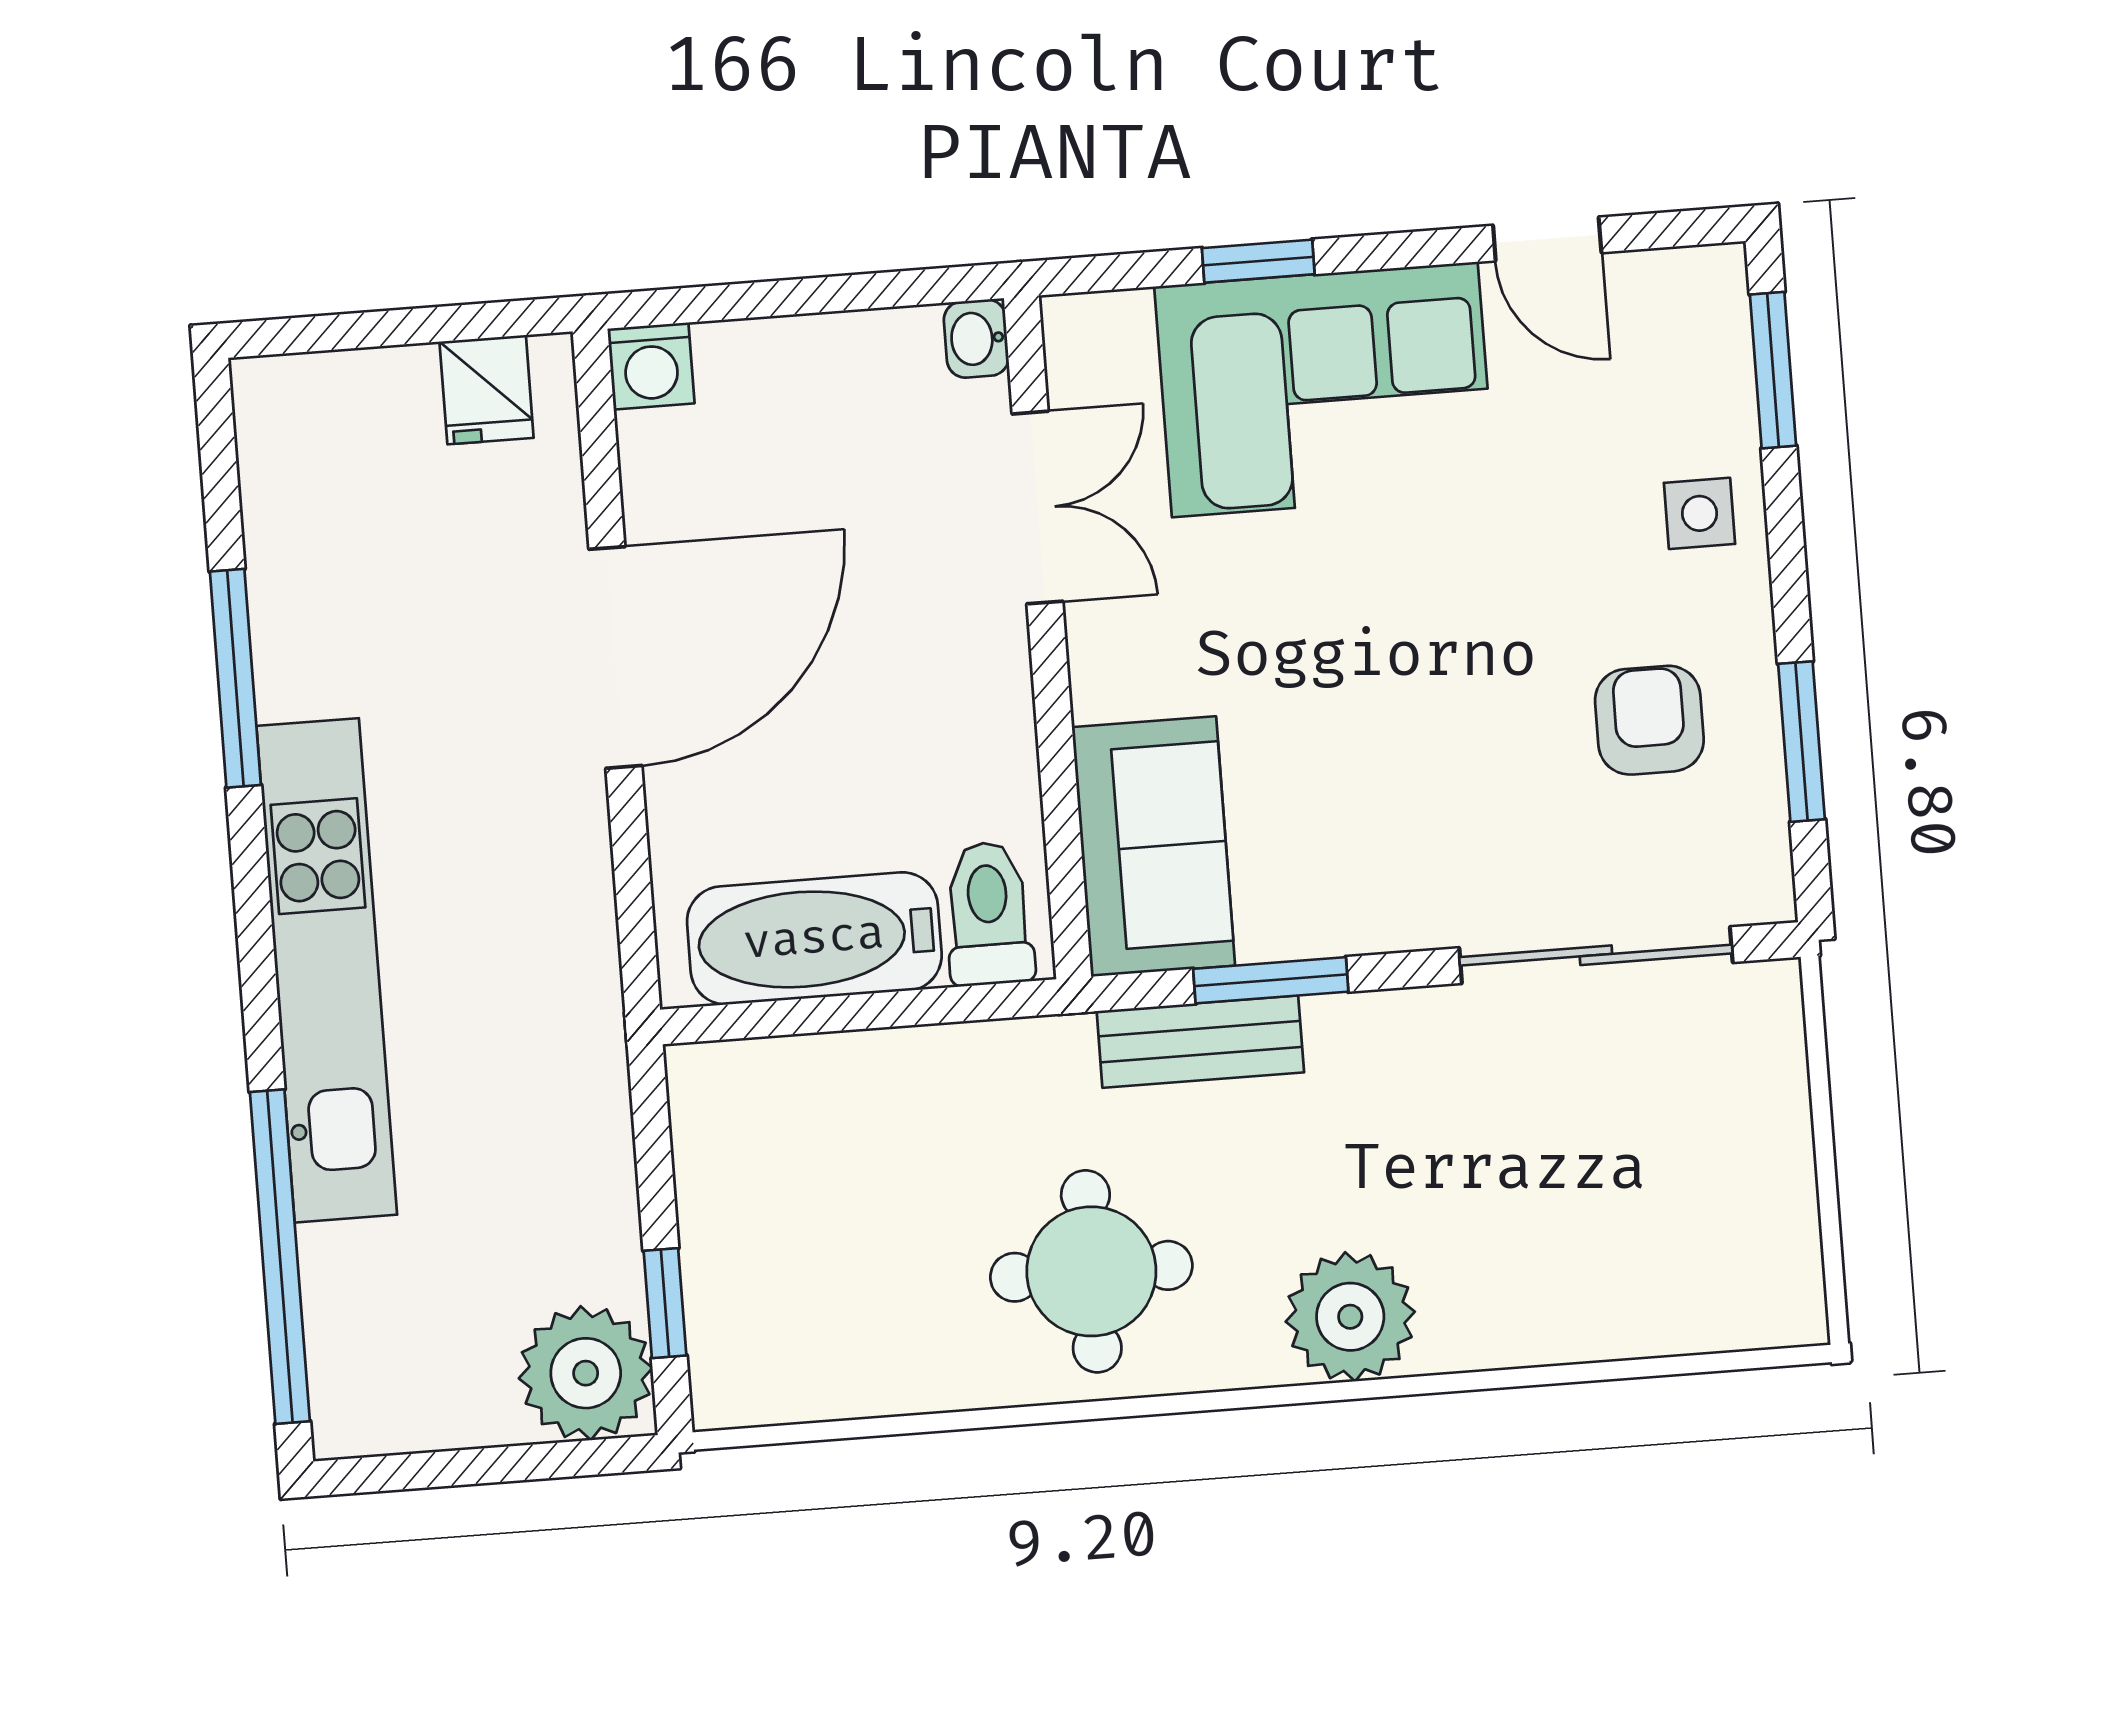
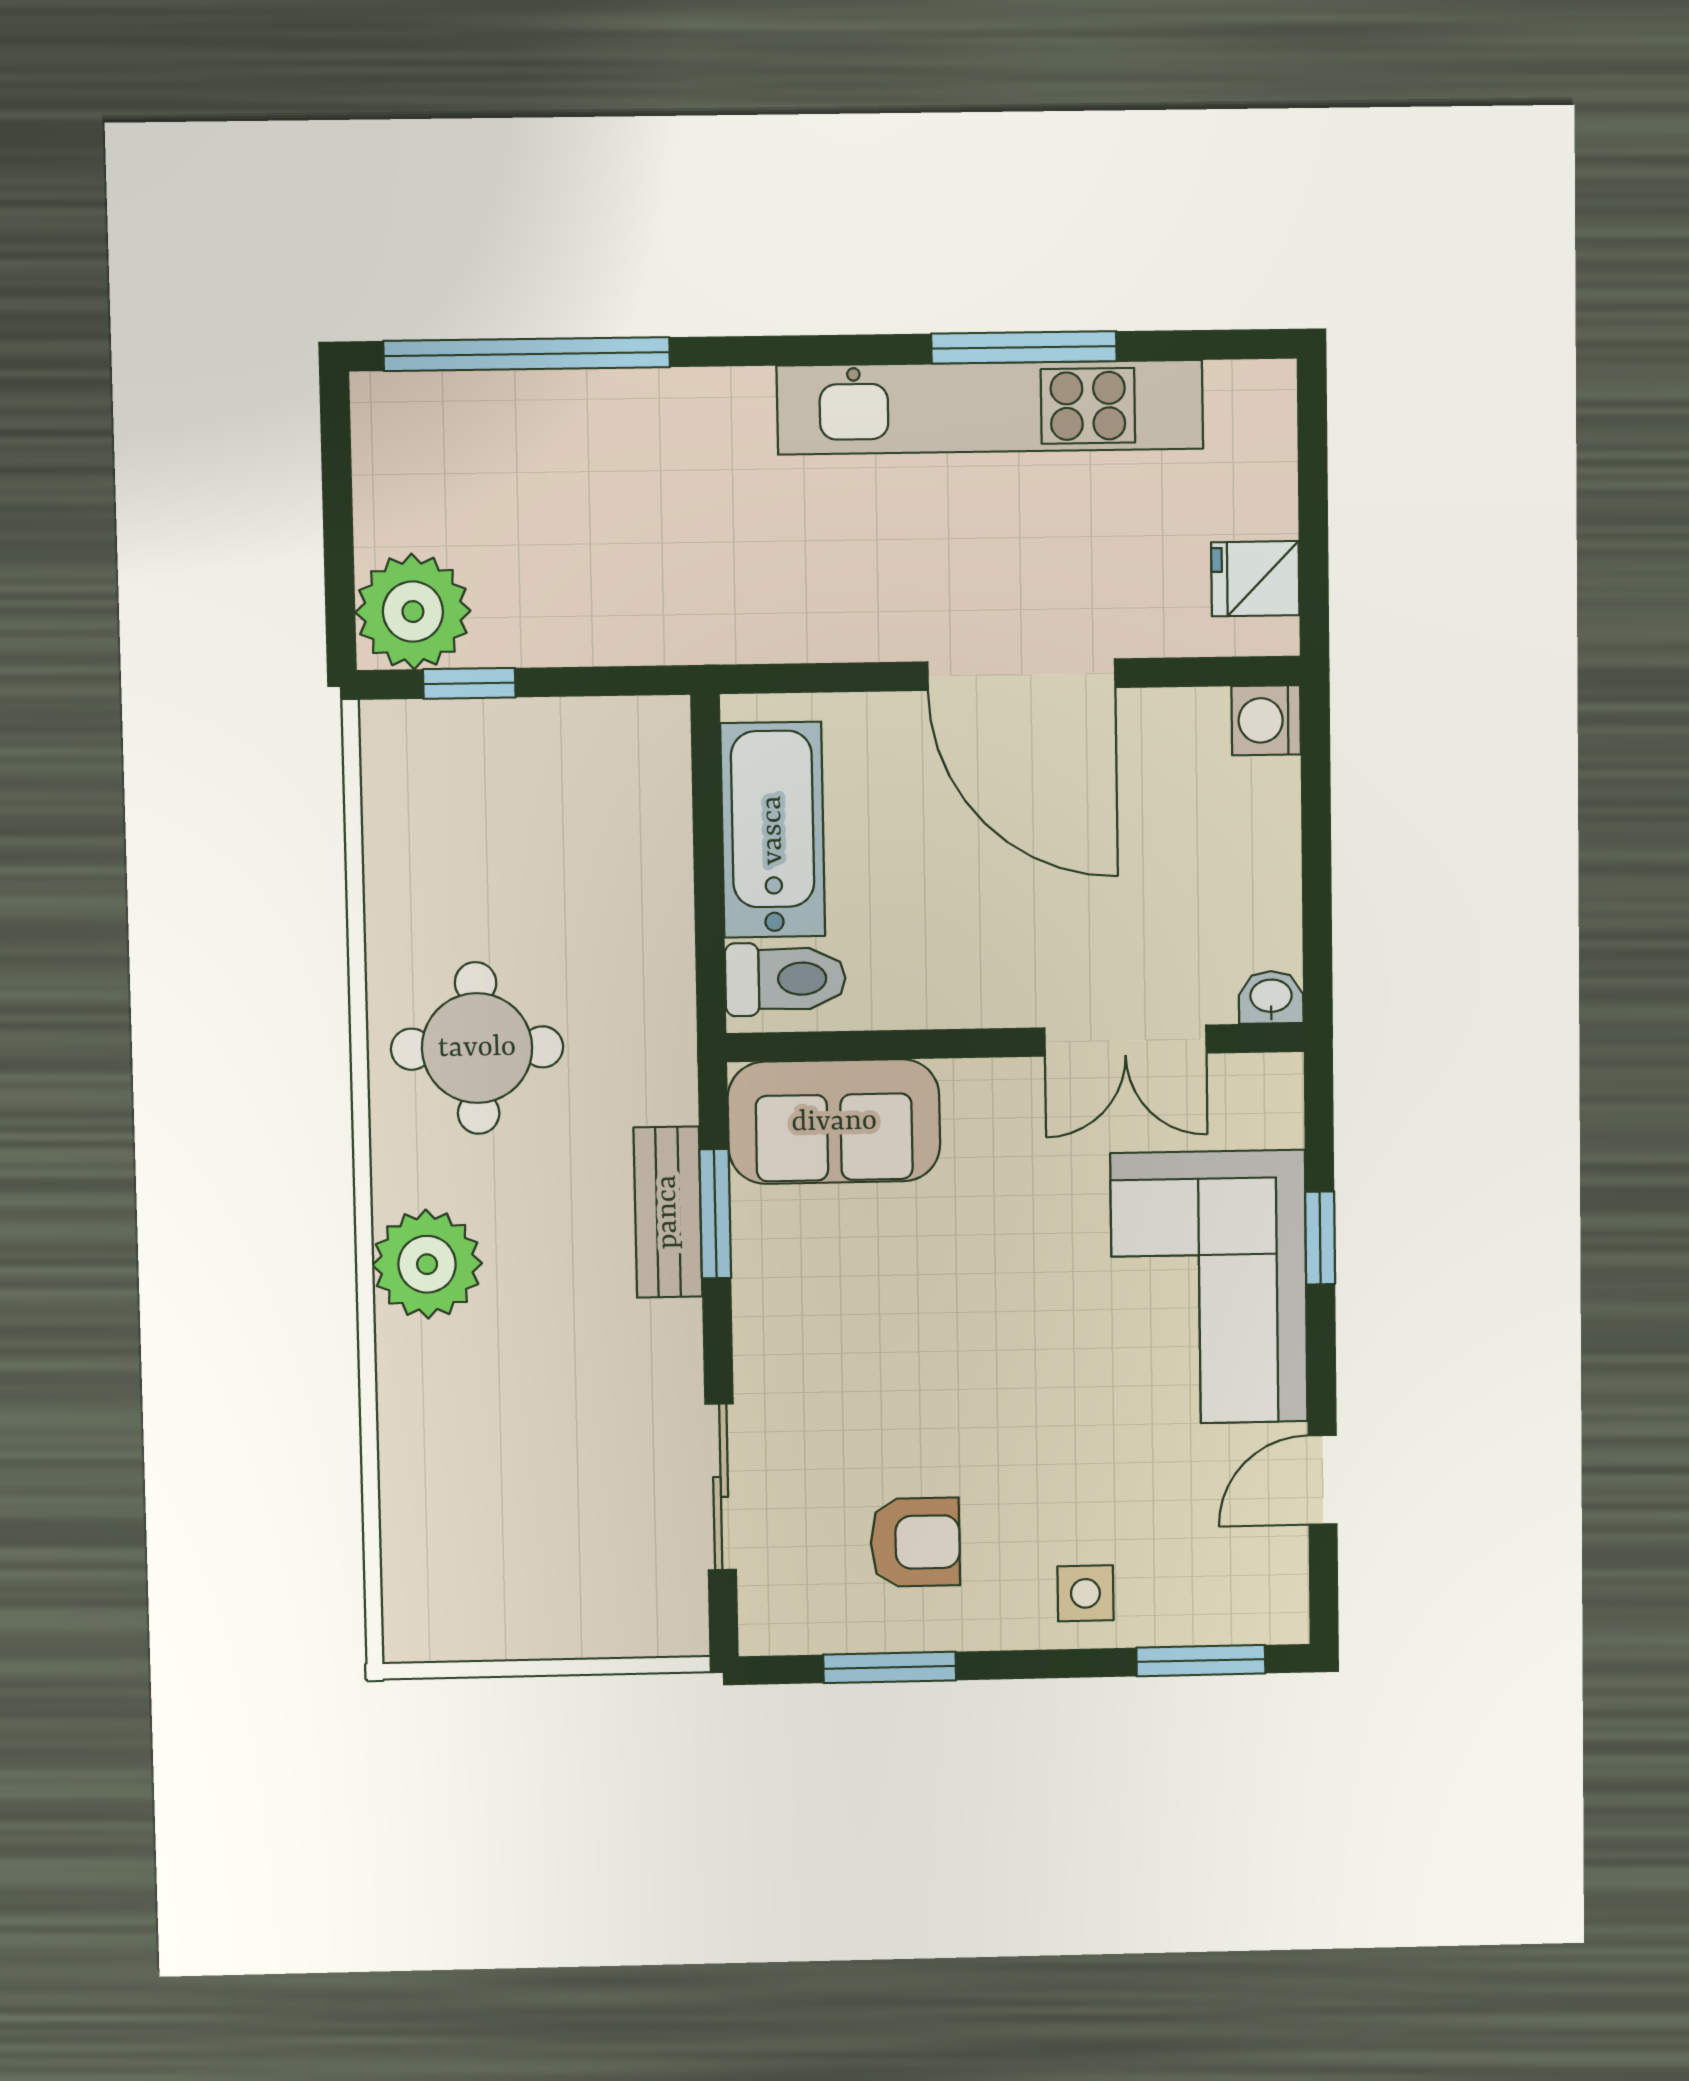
sliding door: (1596, 955) -> (721, 1487), width x0.73
kitchen unit: (327, 970) -> (990, 407), moved
bench: (1200, 1042) -> (668, 1212), moved

